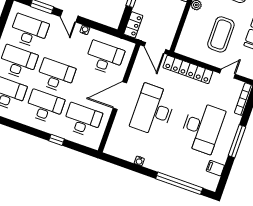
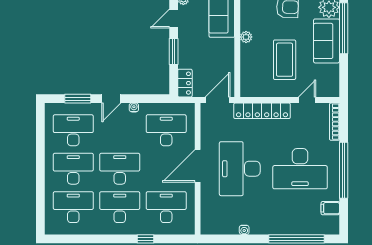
door: (69, 16) -> (111, 99), hinge flipped
door: (155, 48) -> (217, 100), swing flipped
desk: (202, 127) -> (300, 169), turned 90
window: (237, 141) -> (344, 170), width x1.46

